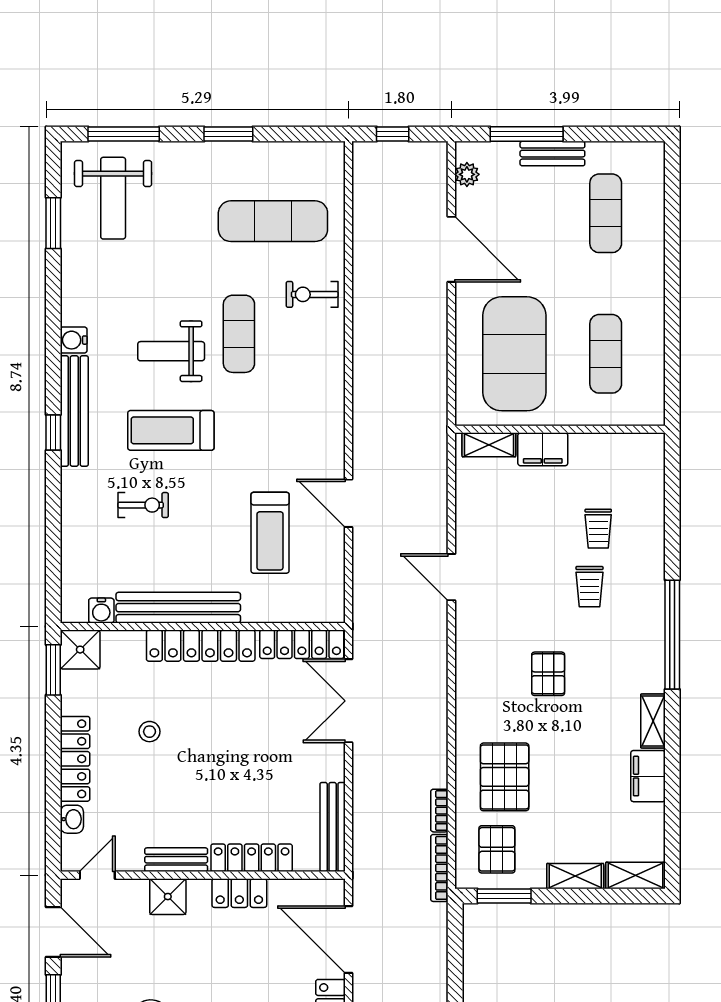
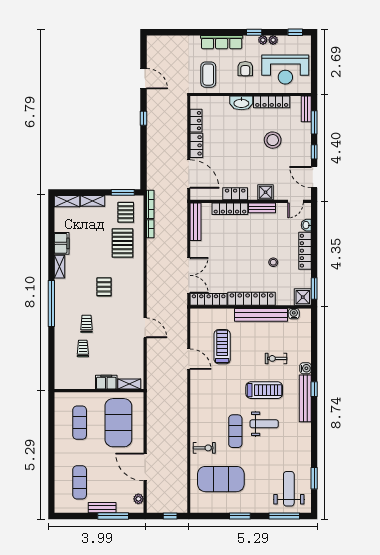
exercise mat: (273, 221) -> (221, 479), width x1.47
water cooler: (74, 340) -> (306, 368), moved

